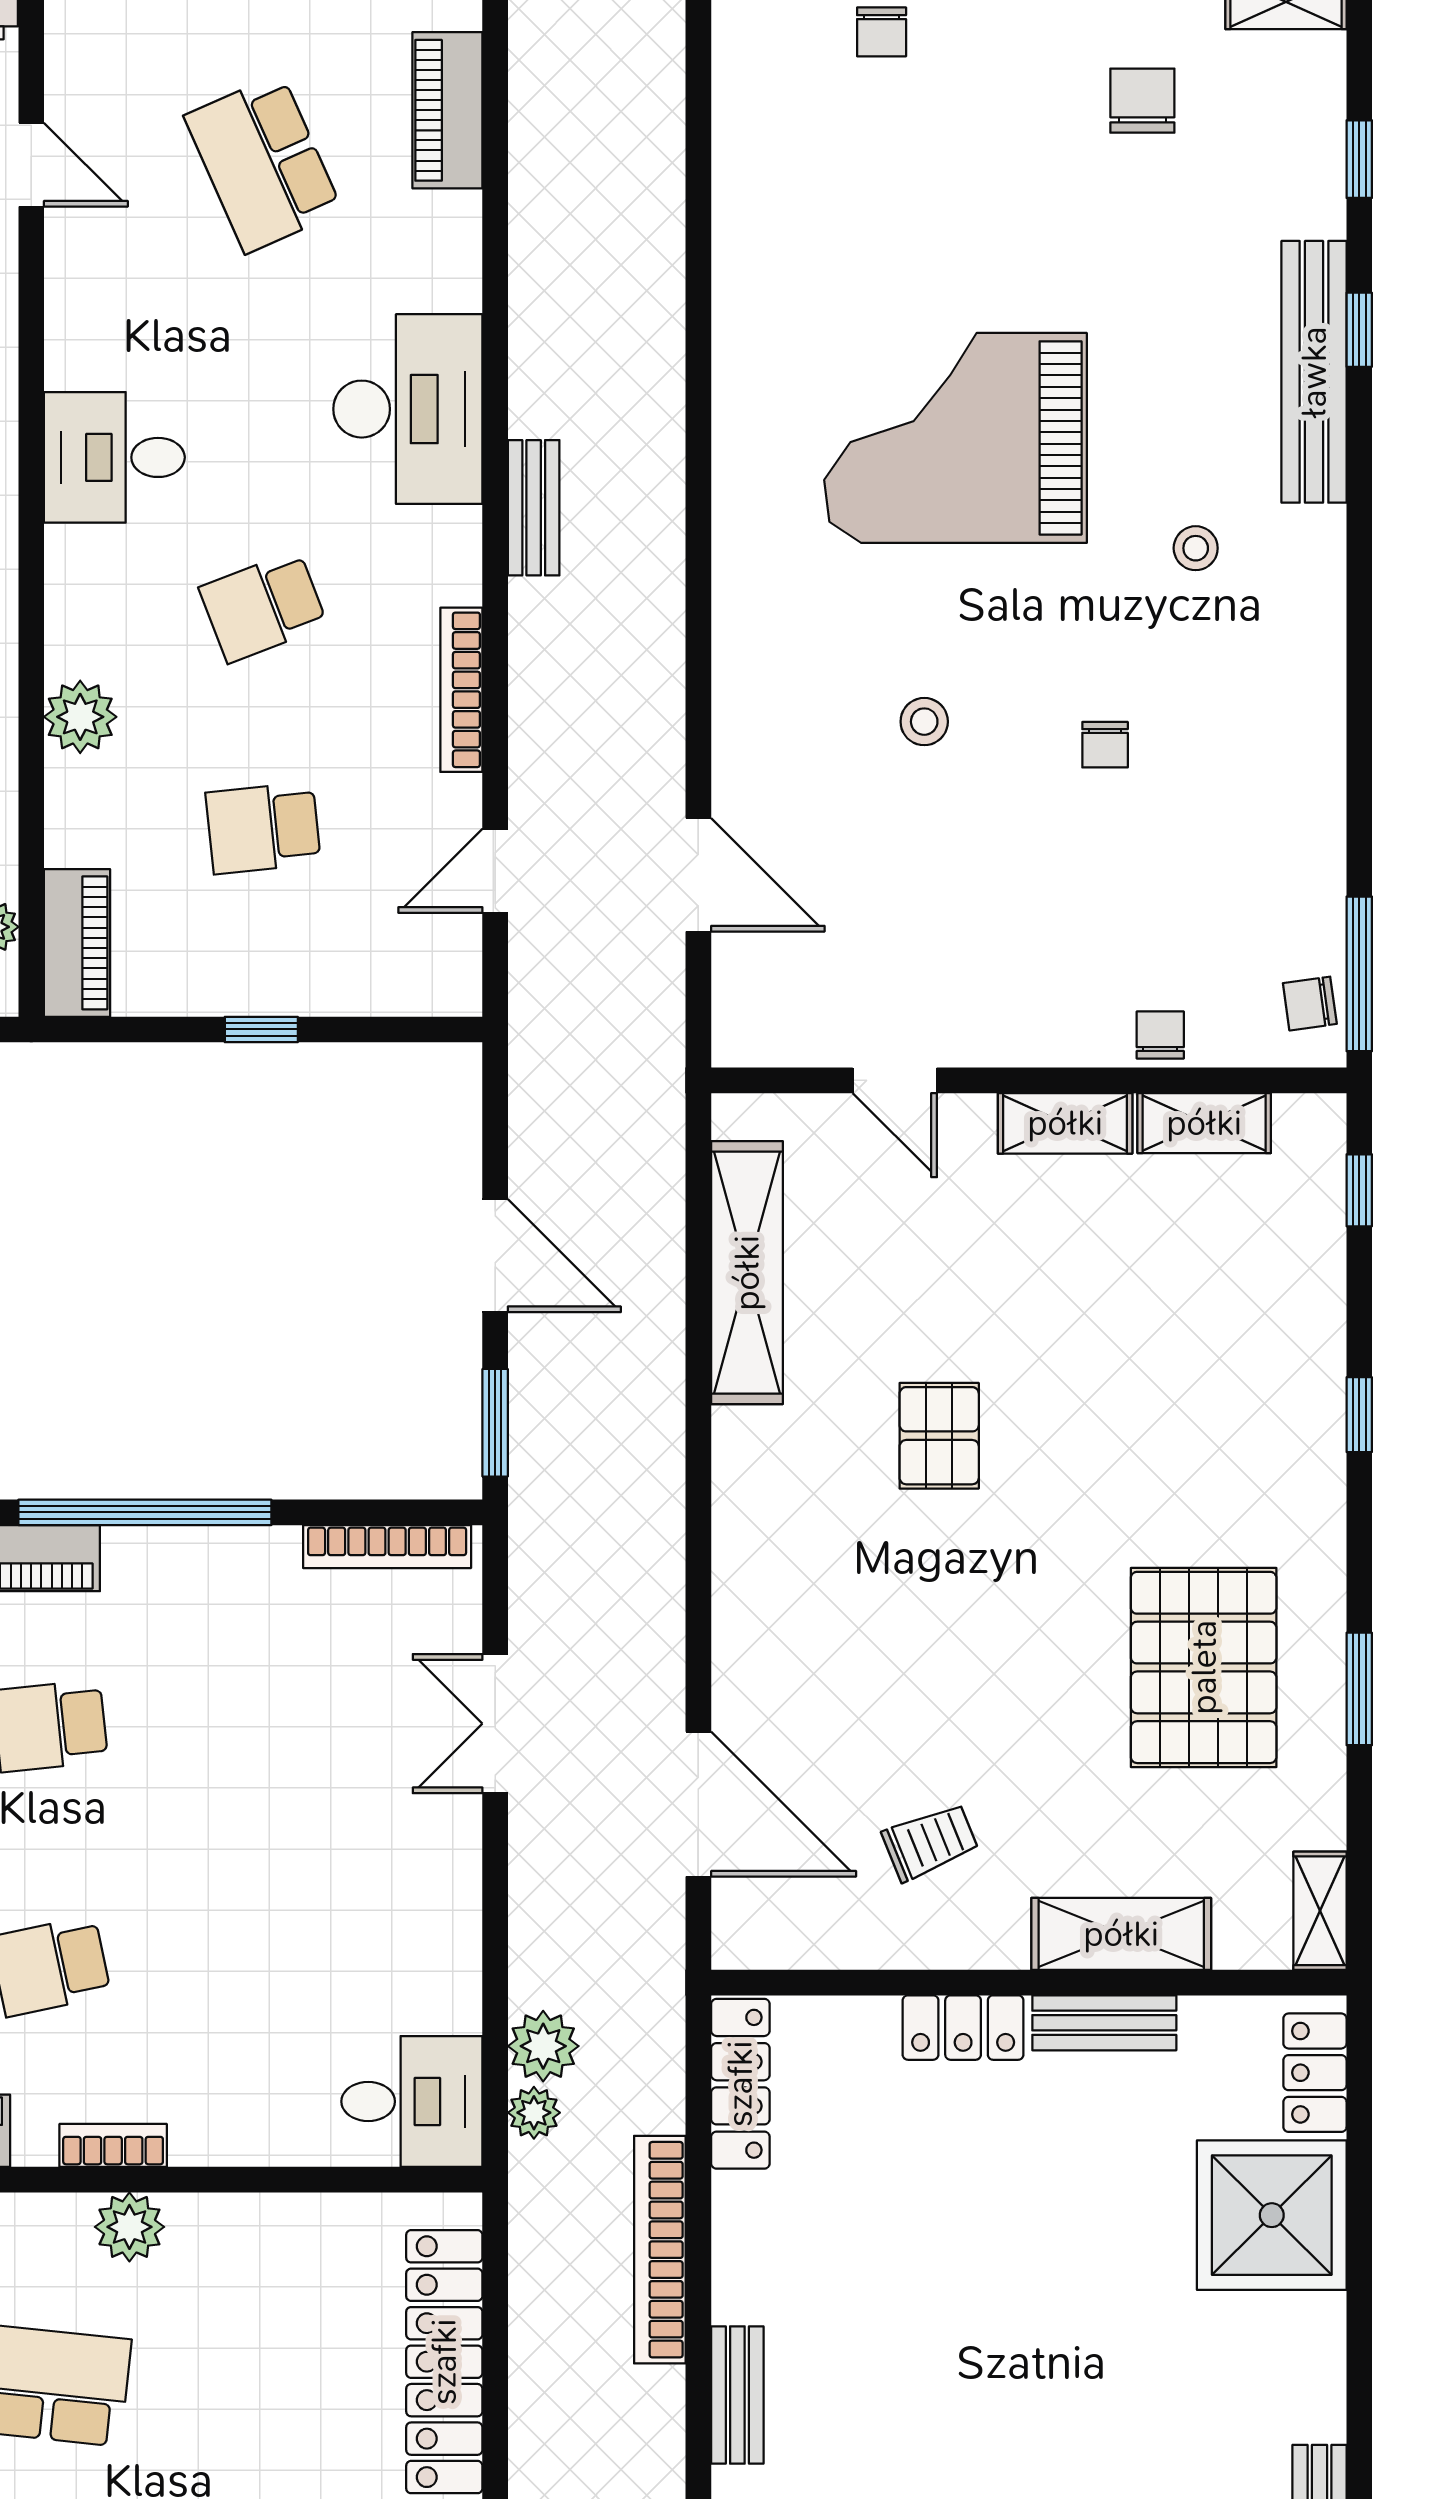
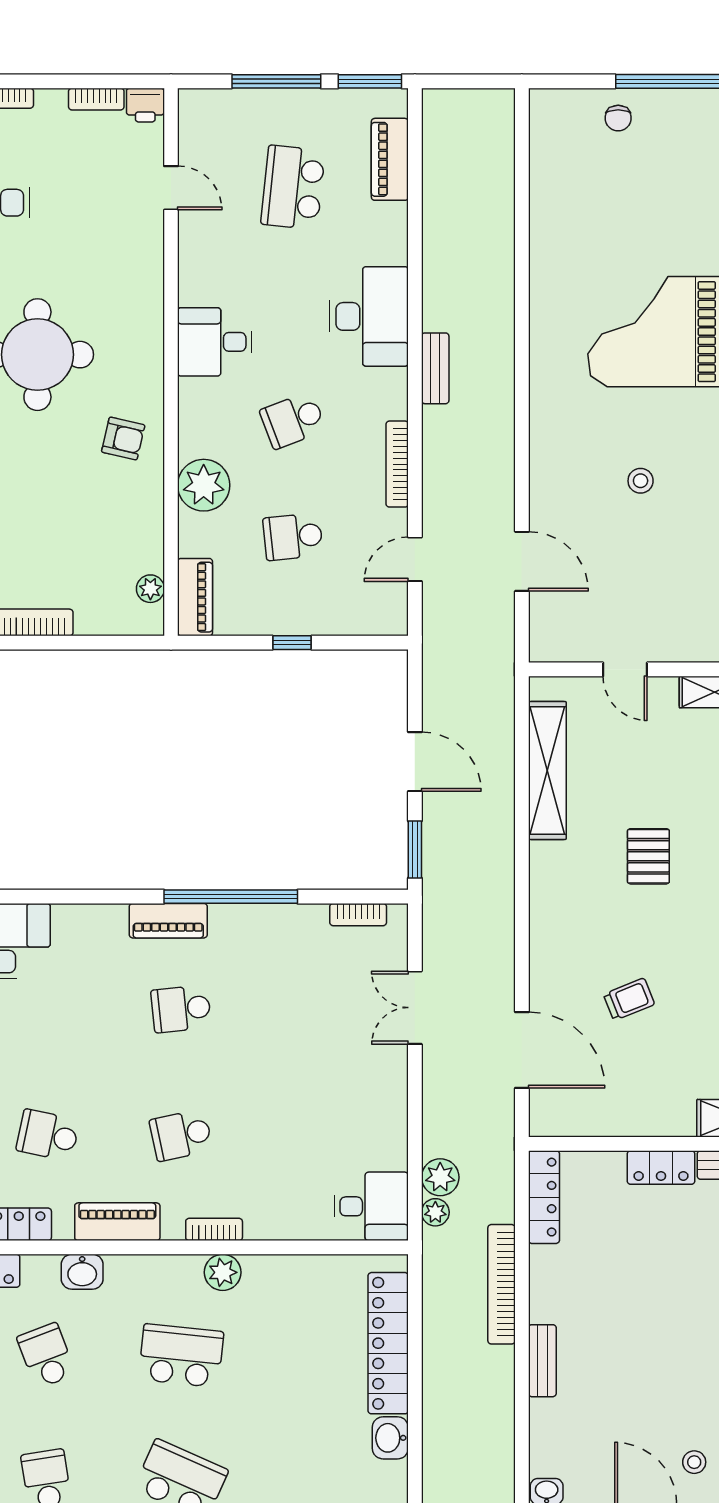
school desk: (263, 163) -> (293, 187), turned 30
plant: (80, 717) -> (204, 485), width x1.36, depth x1.36
bookcase: (387, 1547) -> (358, 915), width x0.64
trolley: (930, 1842) -> (629, 999), moved

